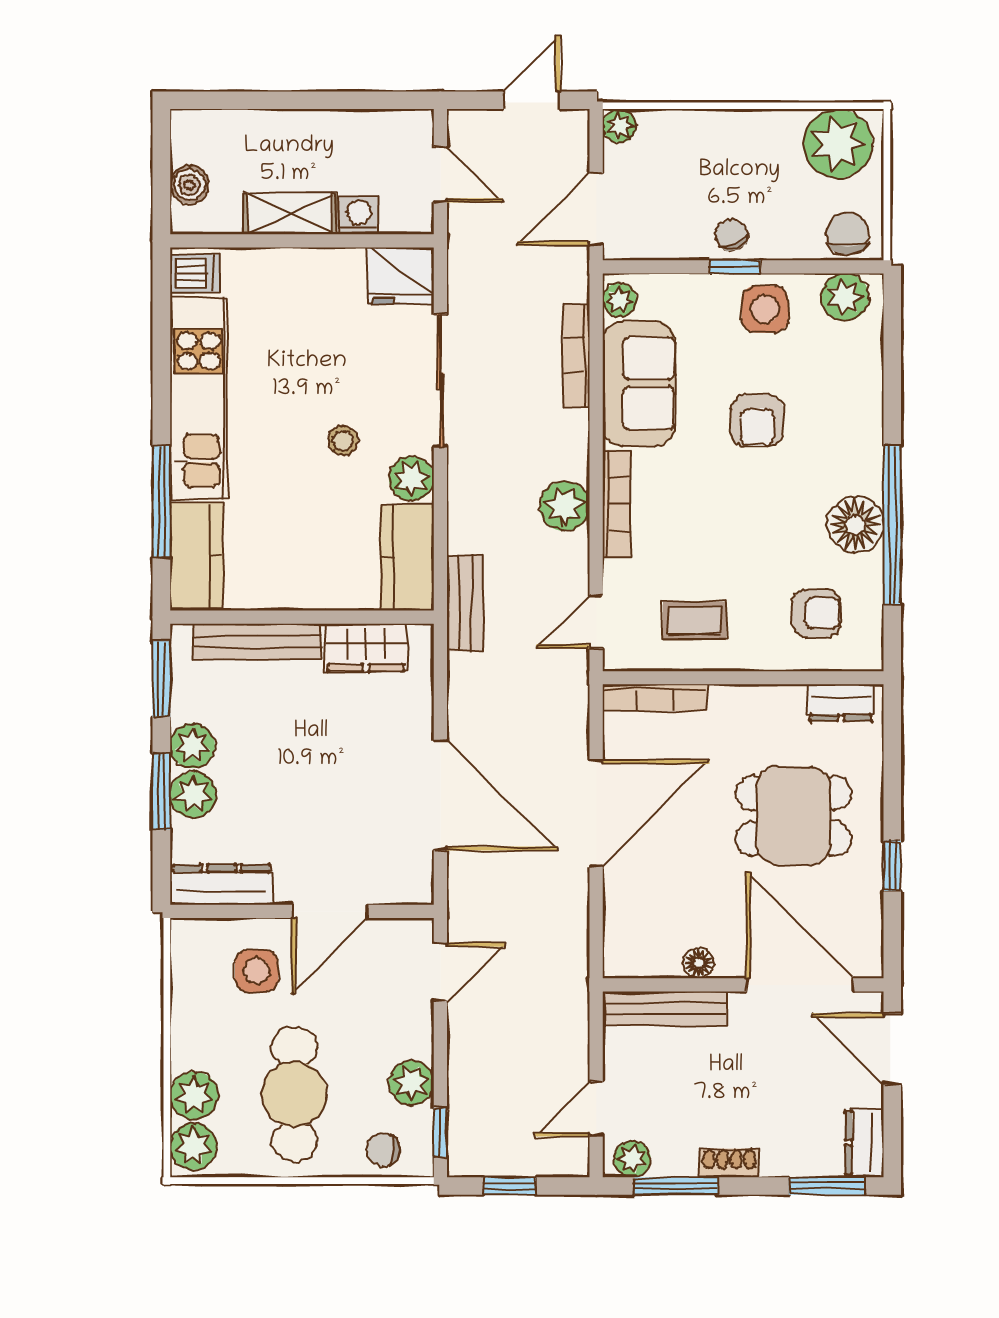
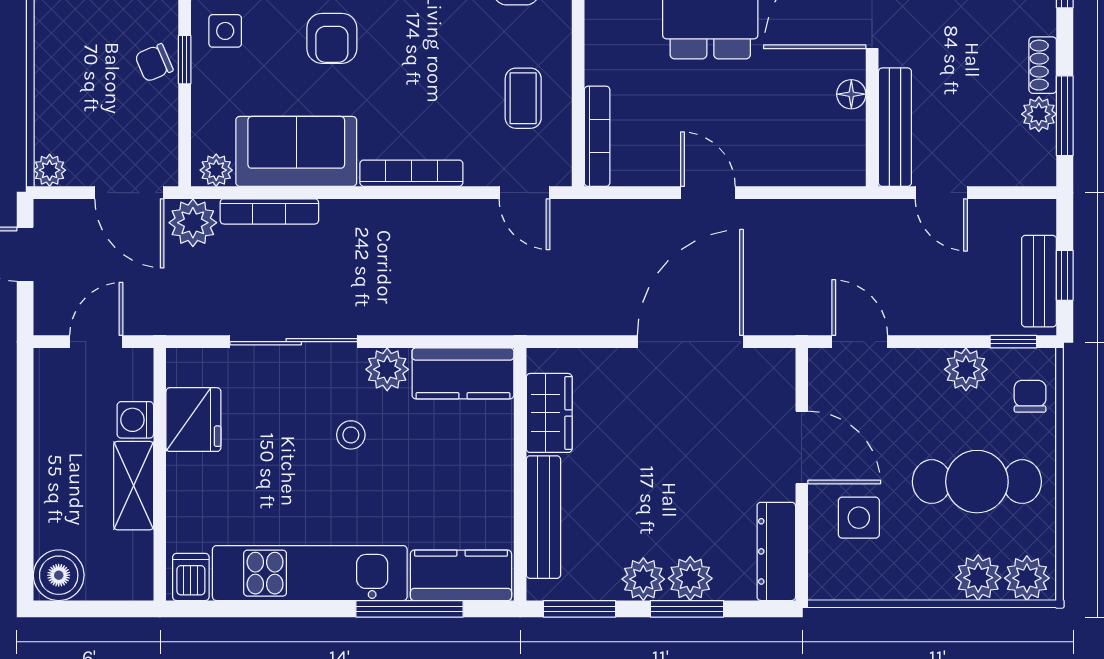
boiler: (189, 185) -> (59, 575), moved, width x1.36, depth x1.36
fridge: (401, 276) -> (193, 420), moved
side table: (765, 309) -> (225, 31), width x0.73, depth x0.73
armchair: (757, 421) -> (332, 38), turned 90
plant: (565, 506) -> (193, 223), moved
bench: (465, 603) -> (1039, 281), moved, turned 90
door: (596, 813) -> (708, 193), width x0.53
door: (596, 1109) -> (941, 193), moved
chair: (383, 1150) -> (1030, 396), turned 180
plant: (632, 1159) -> (1039, 114), moved

